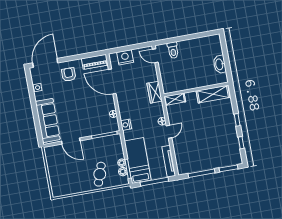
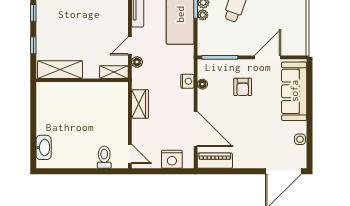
washbasin: (220, 64) -> (44, 147), moved
armchair: (69, 75) -> (243, 87), moved
wall: (196, 89) -> (82, 80), moved
shelving: (213, 94) -> (60, 70), moved
shelving: (175, 99) -> (114, 72), moved
nightstand: (126, 125) -> (187, 81), moved
door: (71, 141) -> (268, 57), hinge flipped

